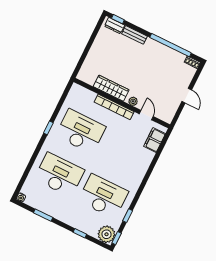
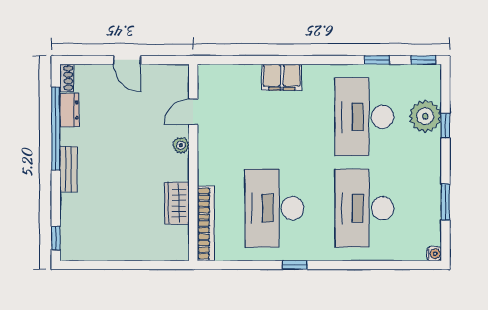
dresser: (115, 26) -> (69, 110), moved
bench: (135, 35) -> (69, 169), moved
wardrobe: (111, 88) -> (177, 203), width x0.67
door: (187, 96) -> (127, 60), swing flipped
bookcase: (114, 107) -> (206, 224), moved
filing cabinet: (155, 140) -> (282, 77), moved
plant: (107, 234) -> (425, 116), moved

